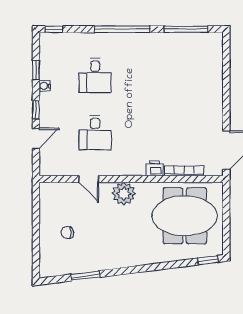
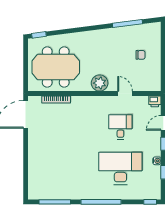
desk: (95, 75) -> (120, 168), width x1.87, depth x1.30
printer: (155, 168) -> (155, 101), moved
window: (85, 276) -> (127, 24), width x1.44

